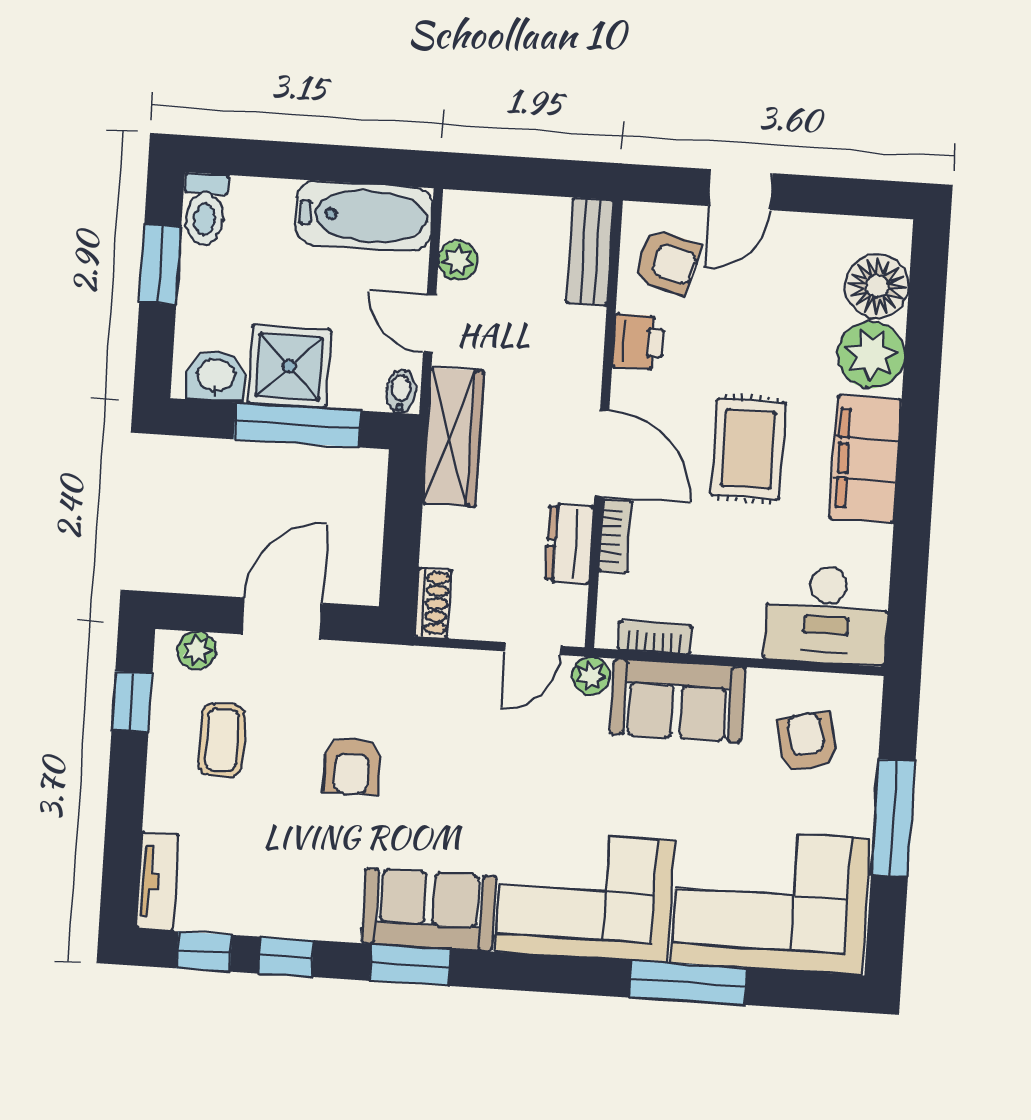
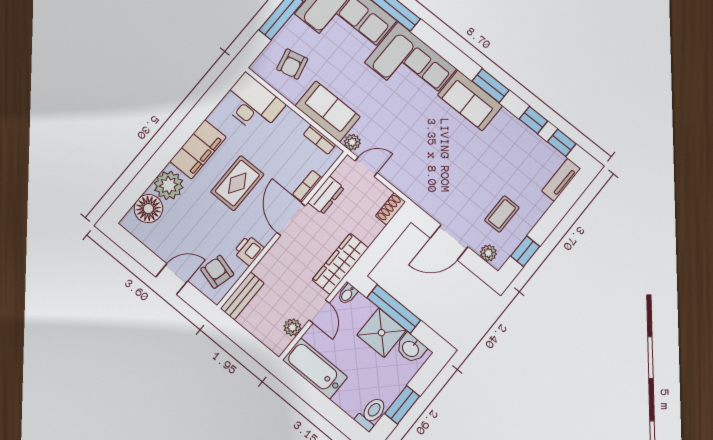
armchair: (352, 766) -> (461, 171), removed

